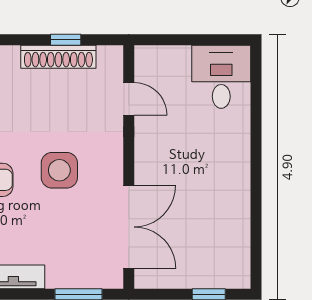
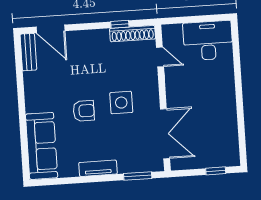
shoe rack: (58, 57) -> (133, 34), moved
desk: (221, 77) -> (208, 41), width x1.37

